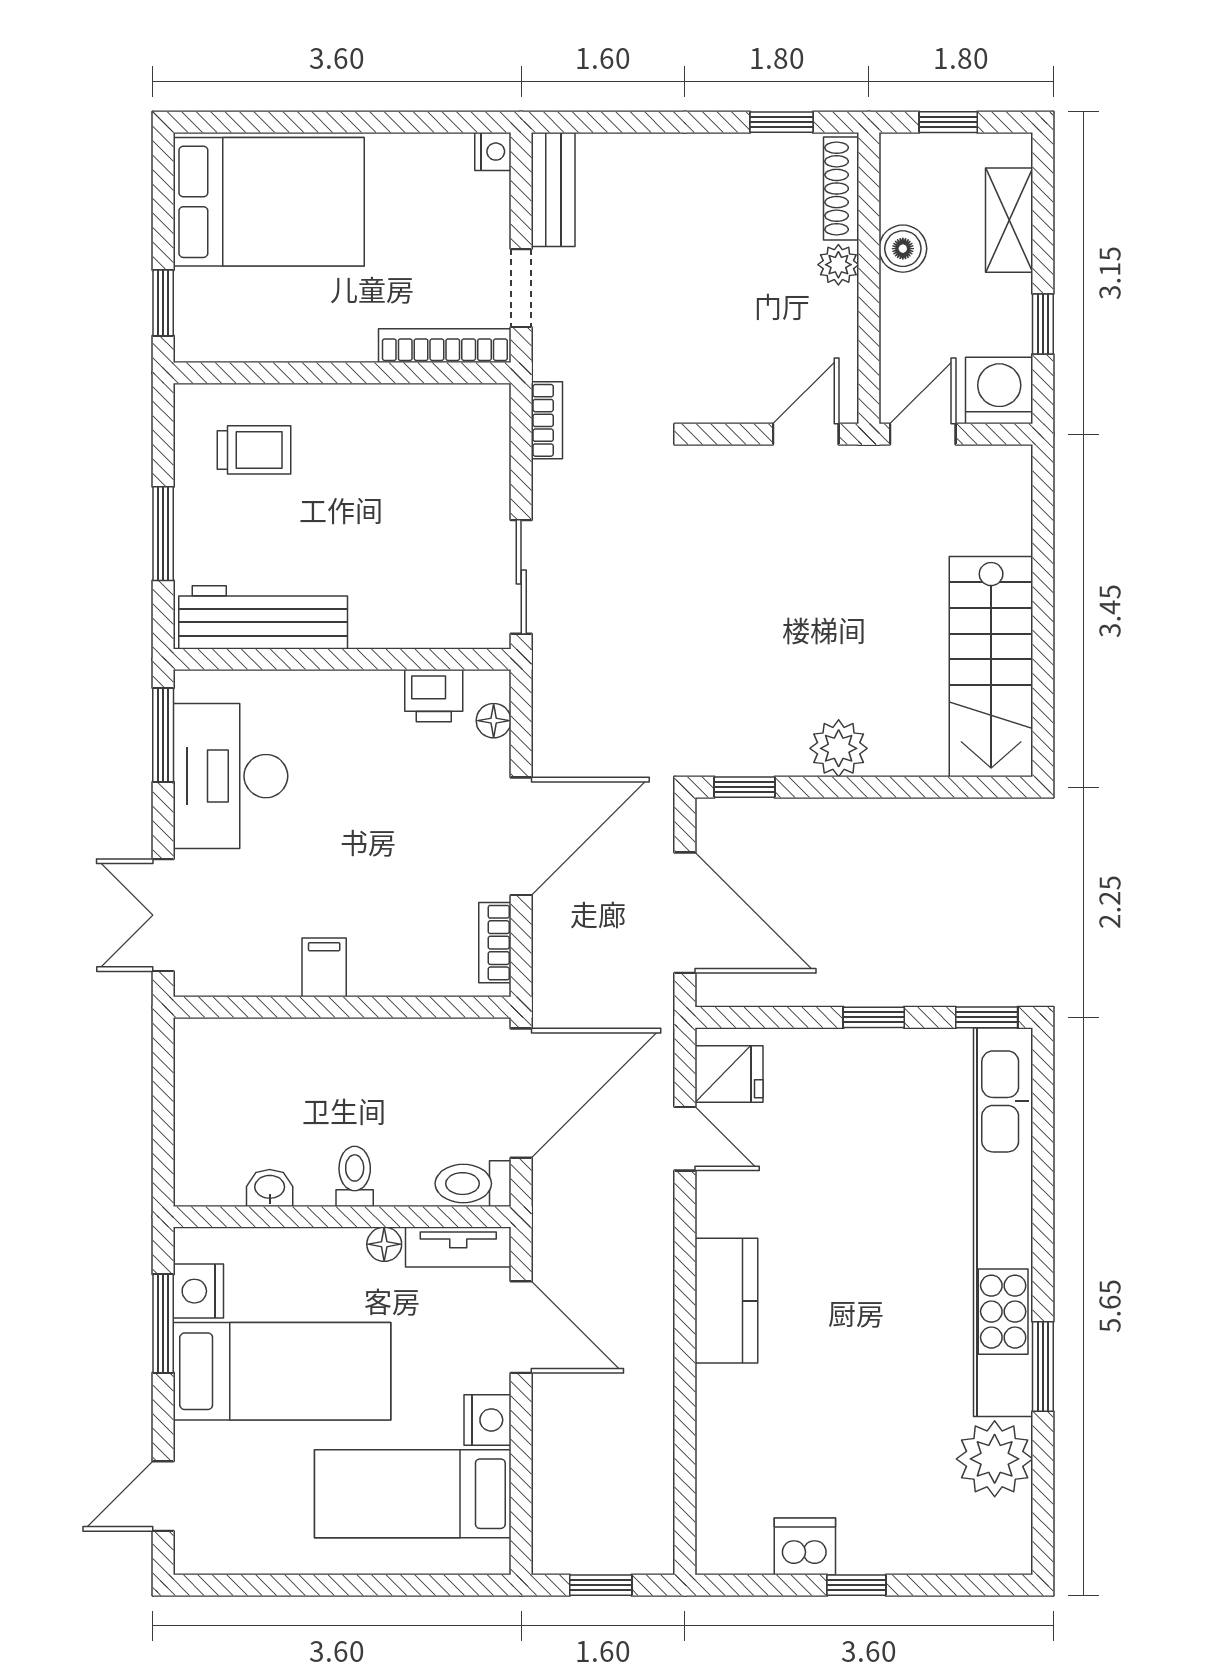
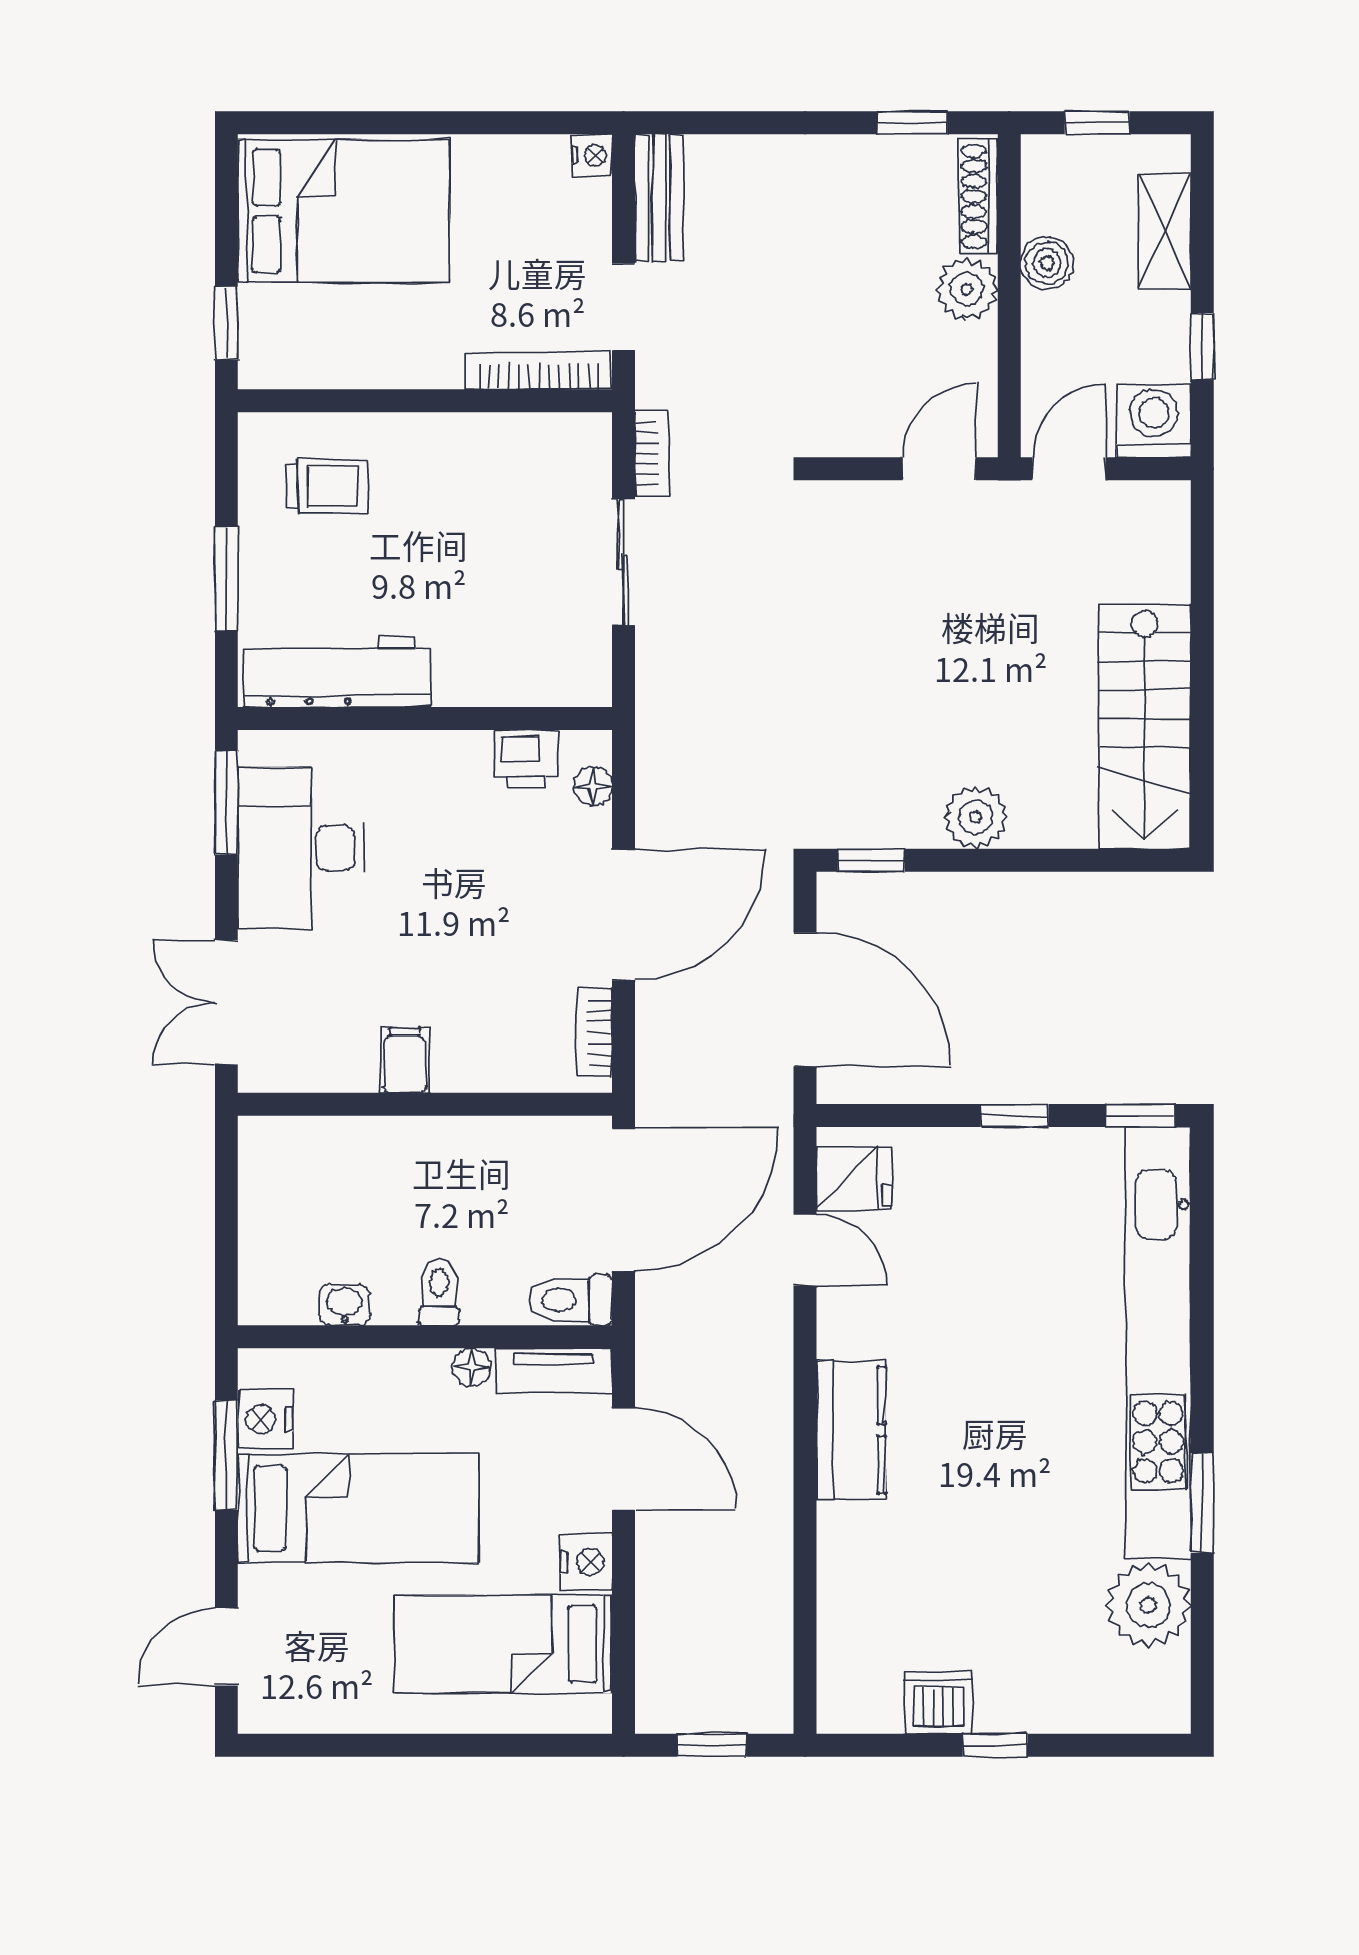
plant: (838, 265) -> (967, 289), width x1.38, depth x1.38
sliding door: (521, 577) -> (624, 562), moved

